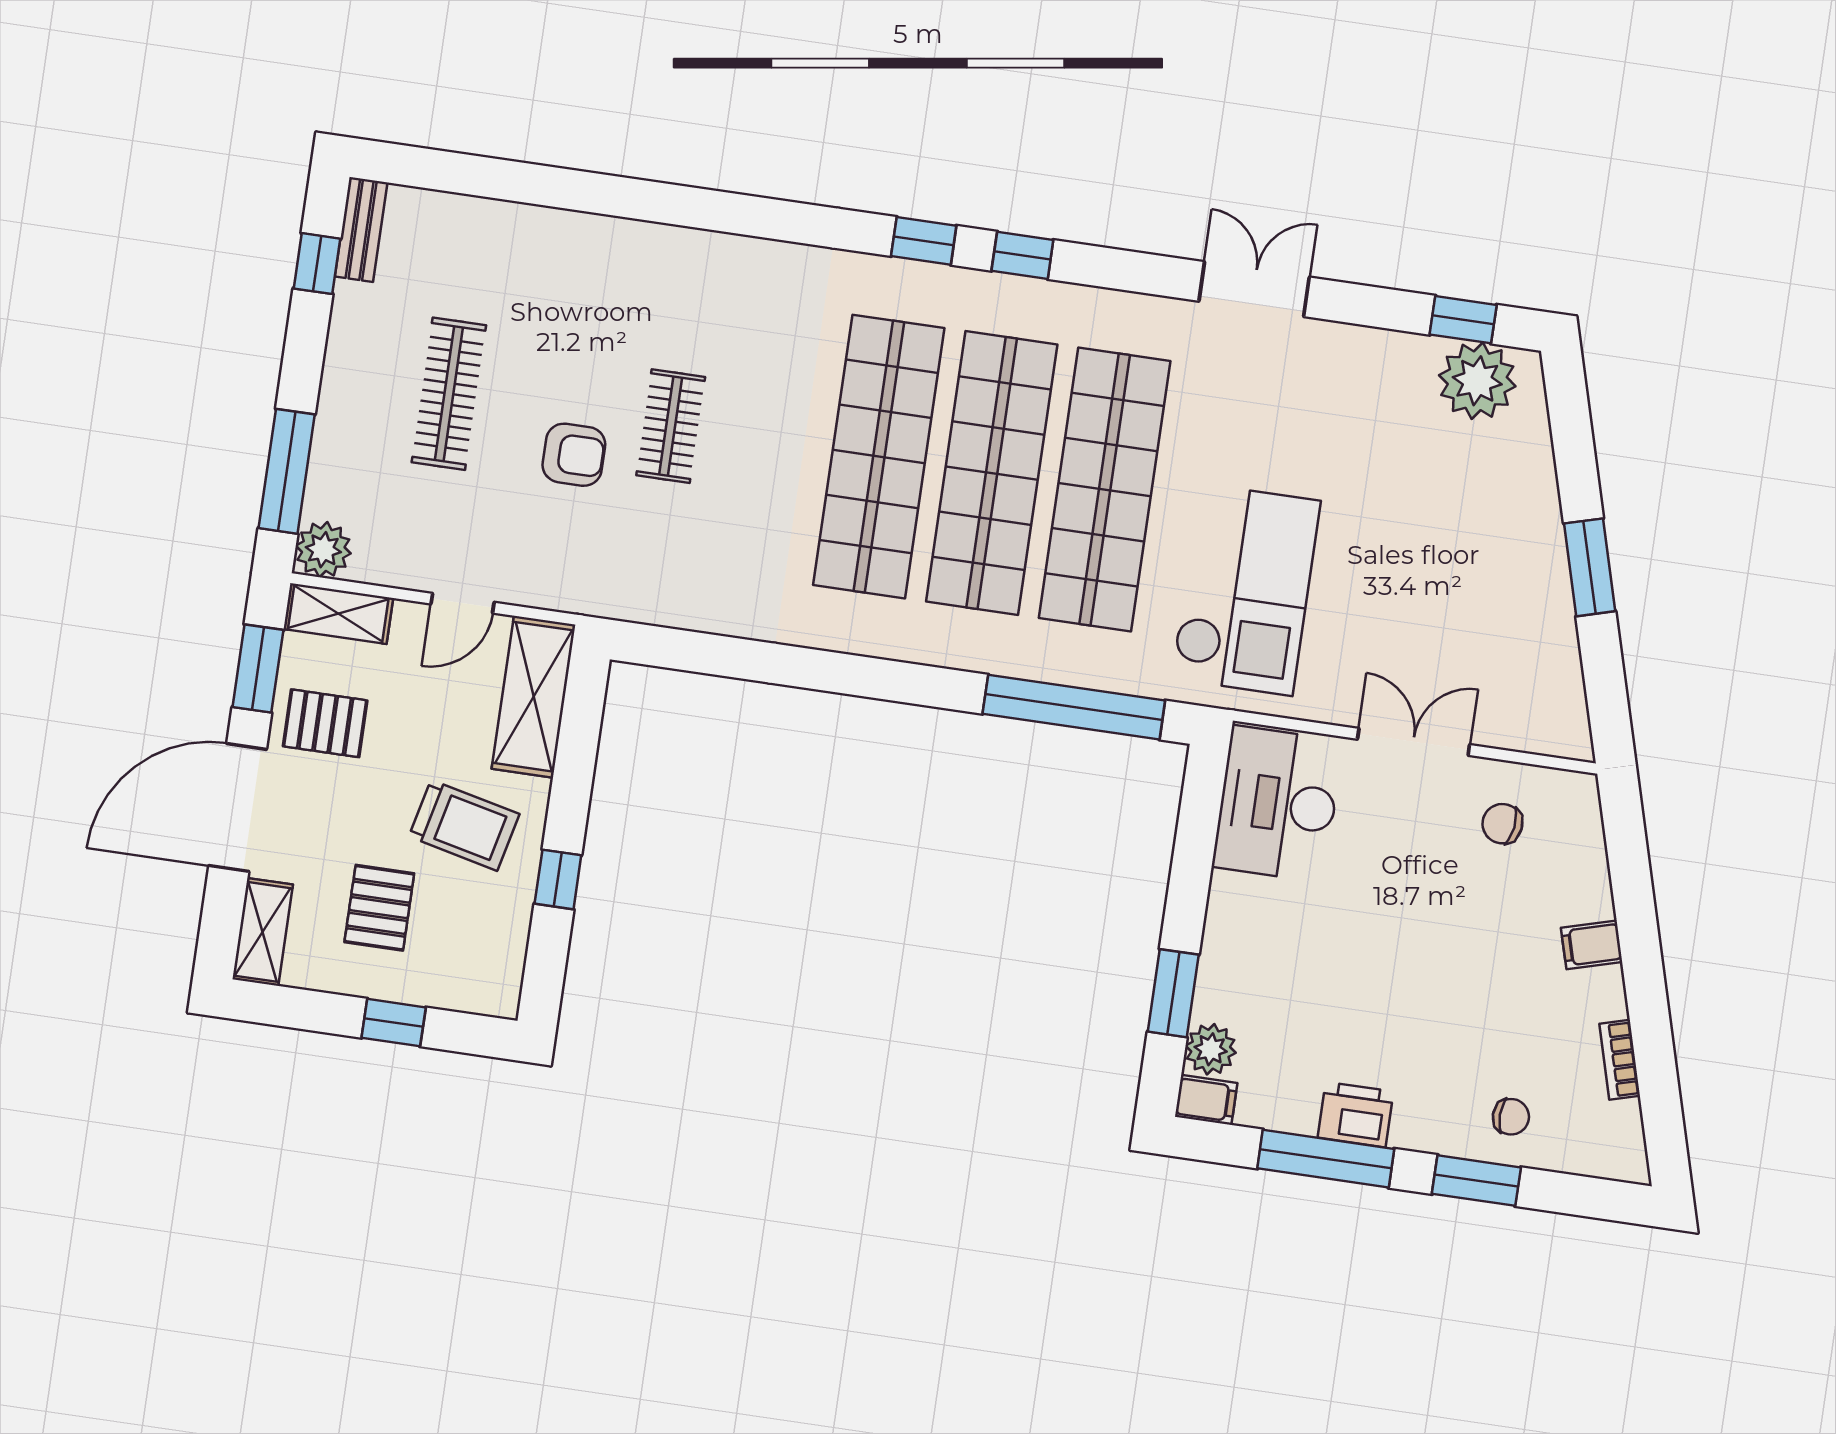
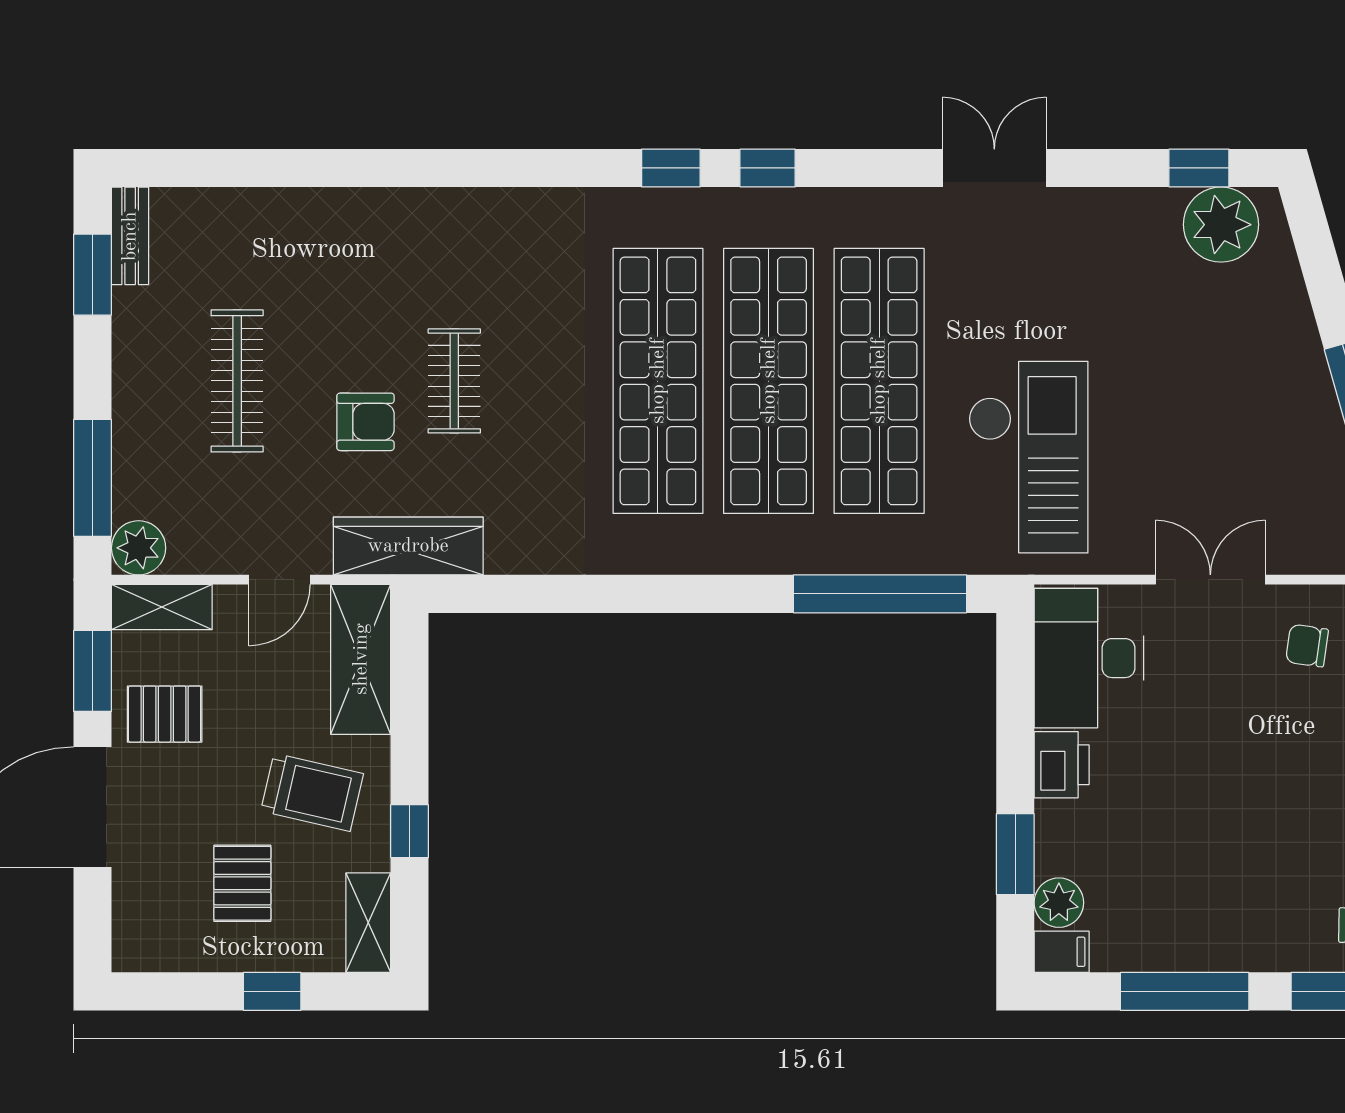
window: (317, 264) -> (93, 275), width x1.50
wardrobe: (599, 588) -> (408, 546), added
shelving: (263, 932) -> (368, 923), moved
printer: (1356, 1115) -> (1062, 765), moved, turned 90

